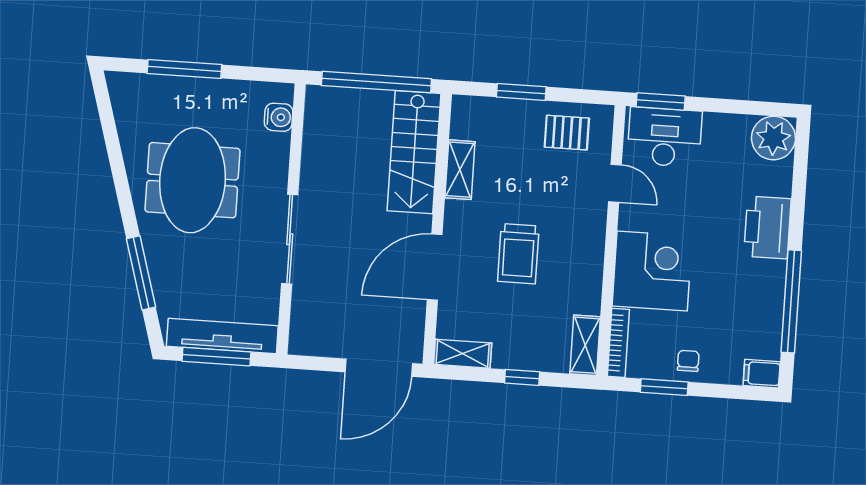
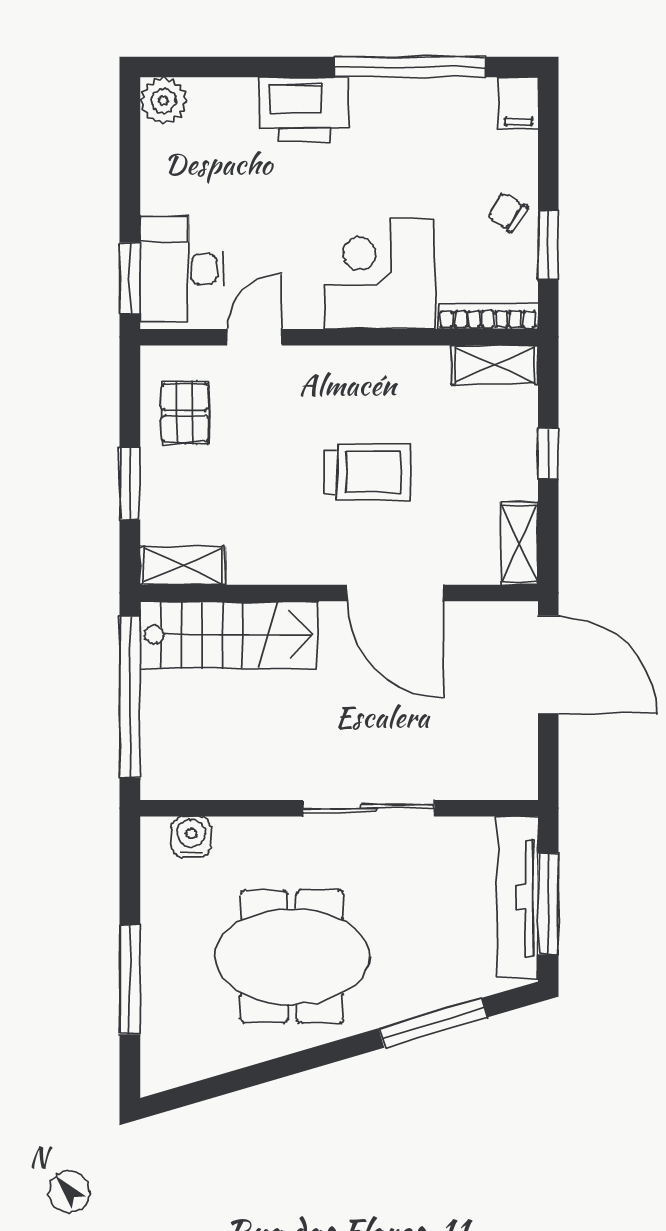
plant: (773, 138) -> (164, 101), width x0.73, depth x0.73
shelving: (460, 170) -> (183, 566), moved
chair: (688, 361) -> (507, 212), turned 33

